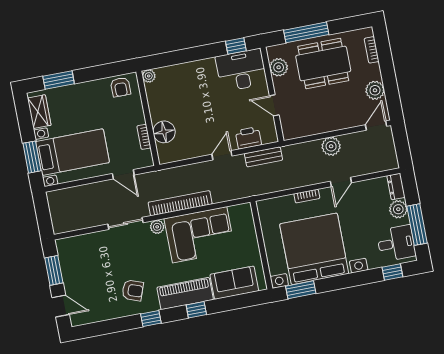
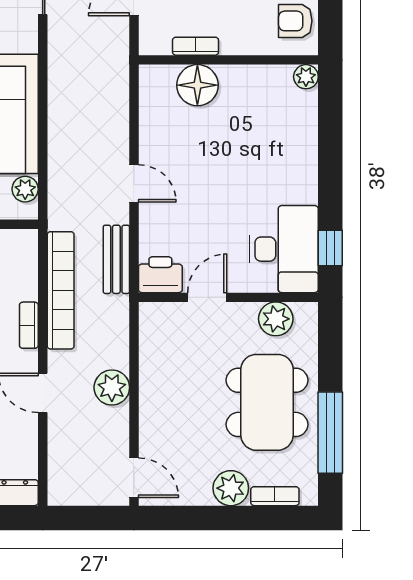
window: (306, 32) -> (330, 433), moved
plant: (375, 90) -> (231, 488), moved
printer: (248, 138) -> (160, 275), moved, turned -90
bookcase: (180, 203) -> (61, 290), moved
plant: (157, 227) -> (25, 189), moved

